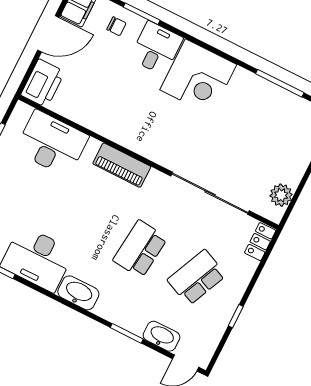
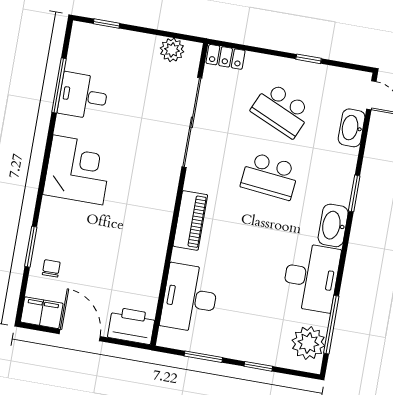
desk: (156, 48) -> (83, 96), moved
window: (127, 333) -> (354, 193), moved

